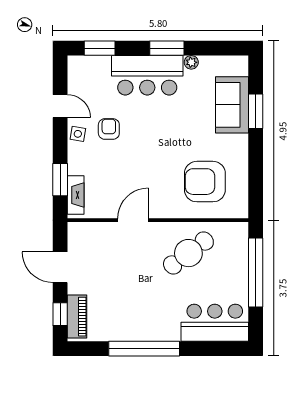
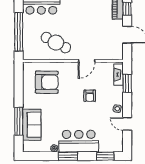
window: (256, 111) -> (19, 121), width x1.44
armchair: (109, 129) -> (90, 96), moved
cafe table: (188, 253) -> (56, 43), turned 65

